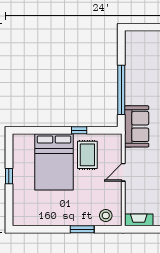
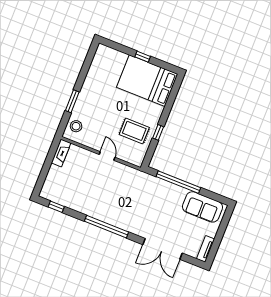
sofa: (137, 126) -> (202, 207), moved
bed: (54, 162) -> (147, 81), moved

